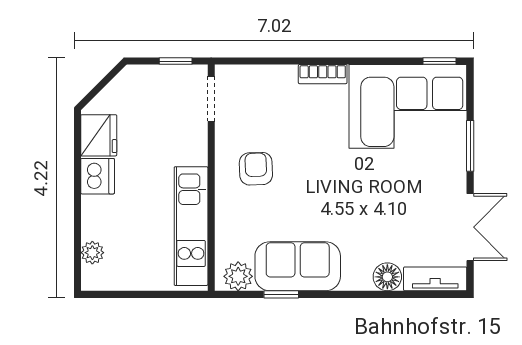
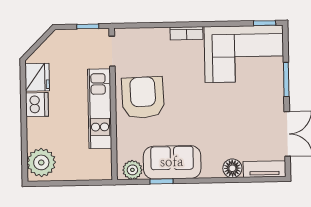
armchair: (256, 169) -> (143, 98), width x1.88, depth x1.88
kitchen unit: (191, 226) -> (100, 109), moved
plant: (92, 253) -> (41, 162), width x1.87, depth x1.87

